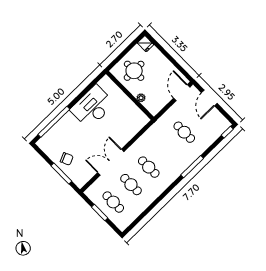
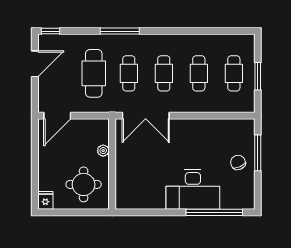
door: (209, 98) -> (35, 64), moved
desk: (93, 107) -> (193, 189), moved
cafe table: (184, 132) -> (94, 73), width x1.37, depth x1.35
cafe table: (166, 150) -> (129, 73), added
double door: (111, 162) -> (146, 116), moved

